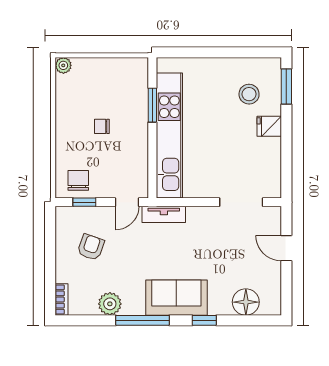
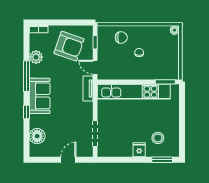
window: (152, 105) -> (165, 82), moved
chair: (78, 180) -> (121, 38), moved
armchair: (91, 247) -> (69, 46), width x1.88, depth x1.88

